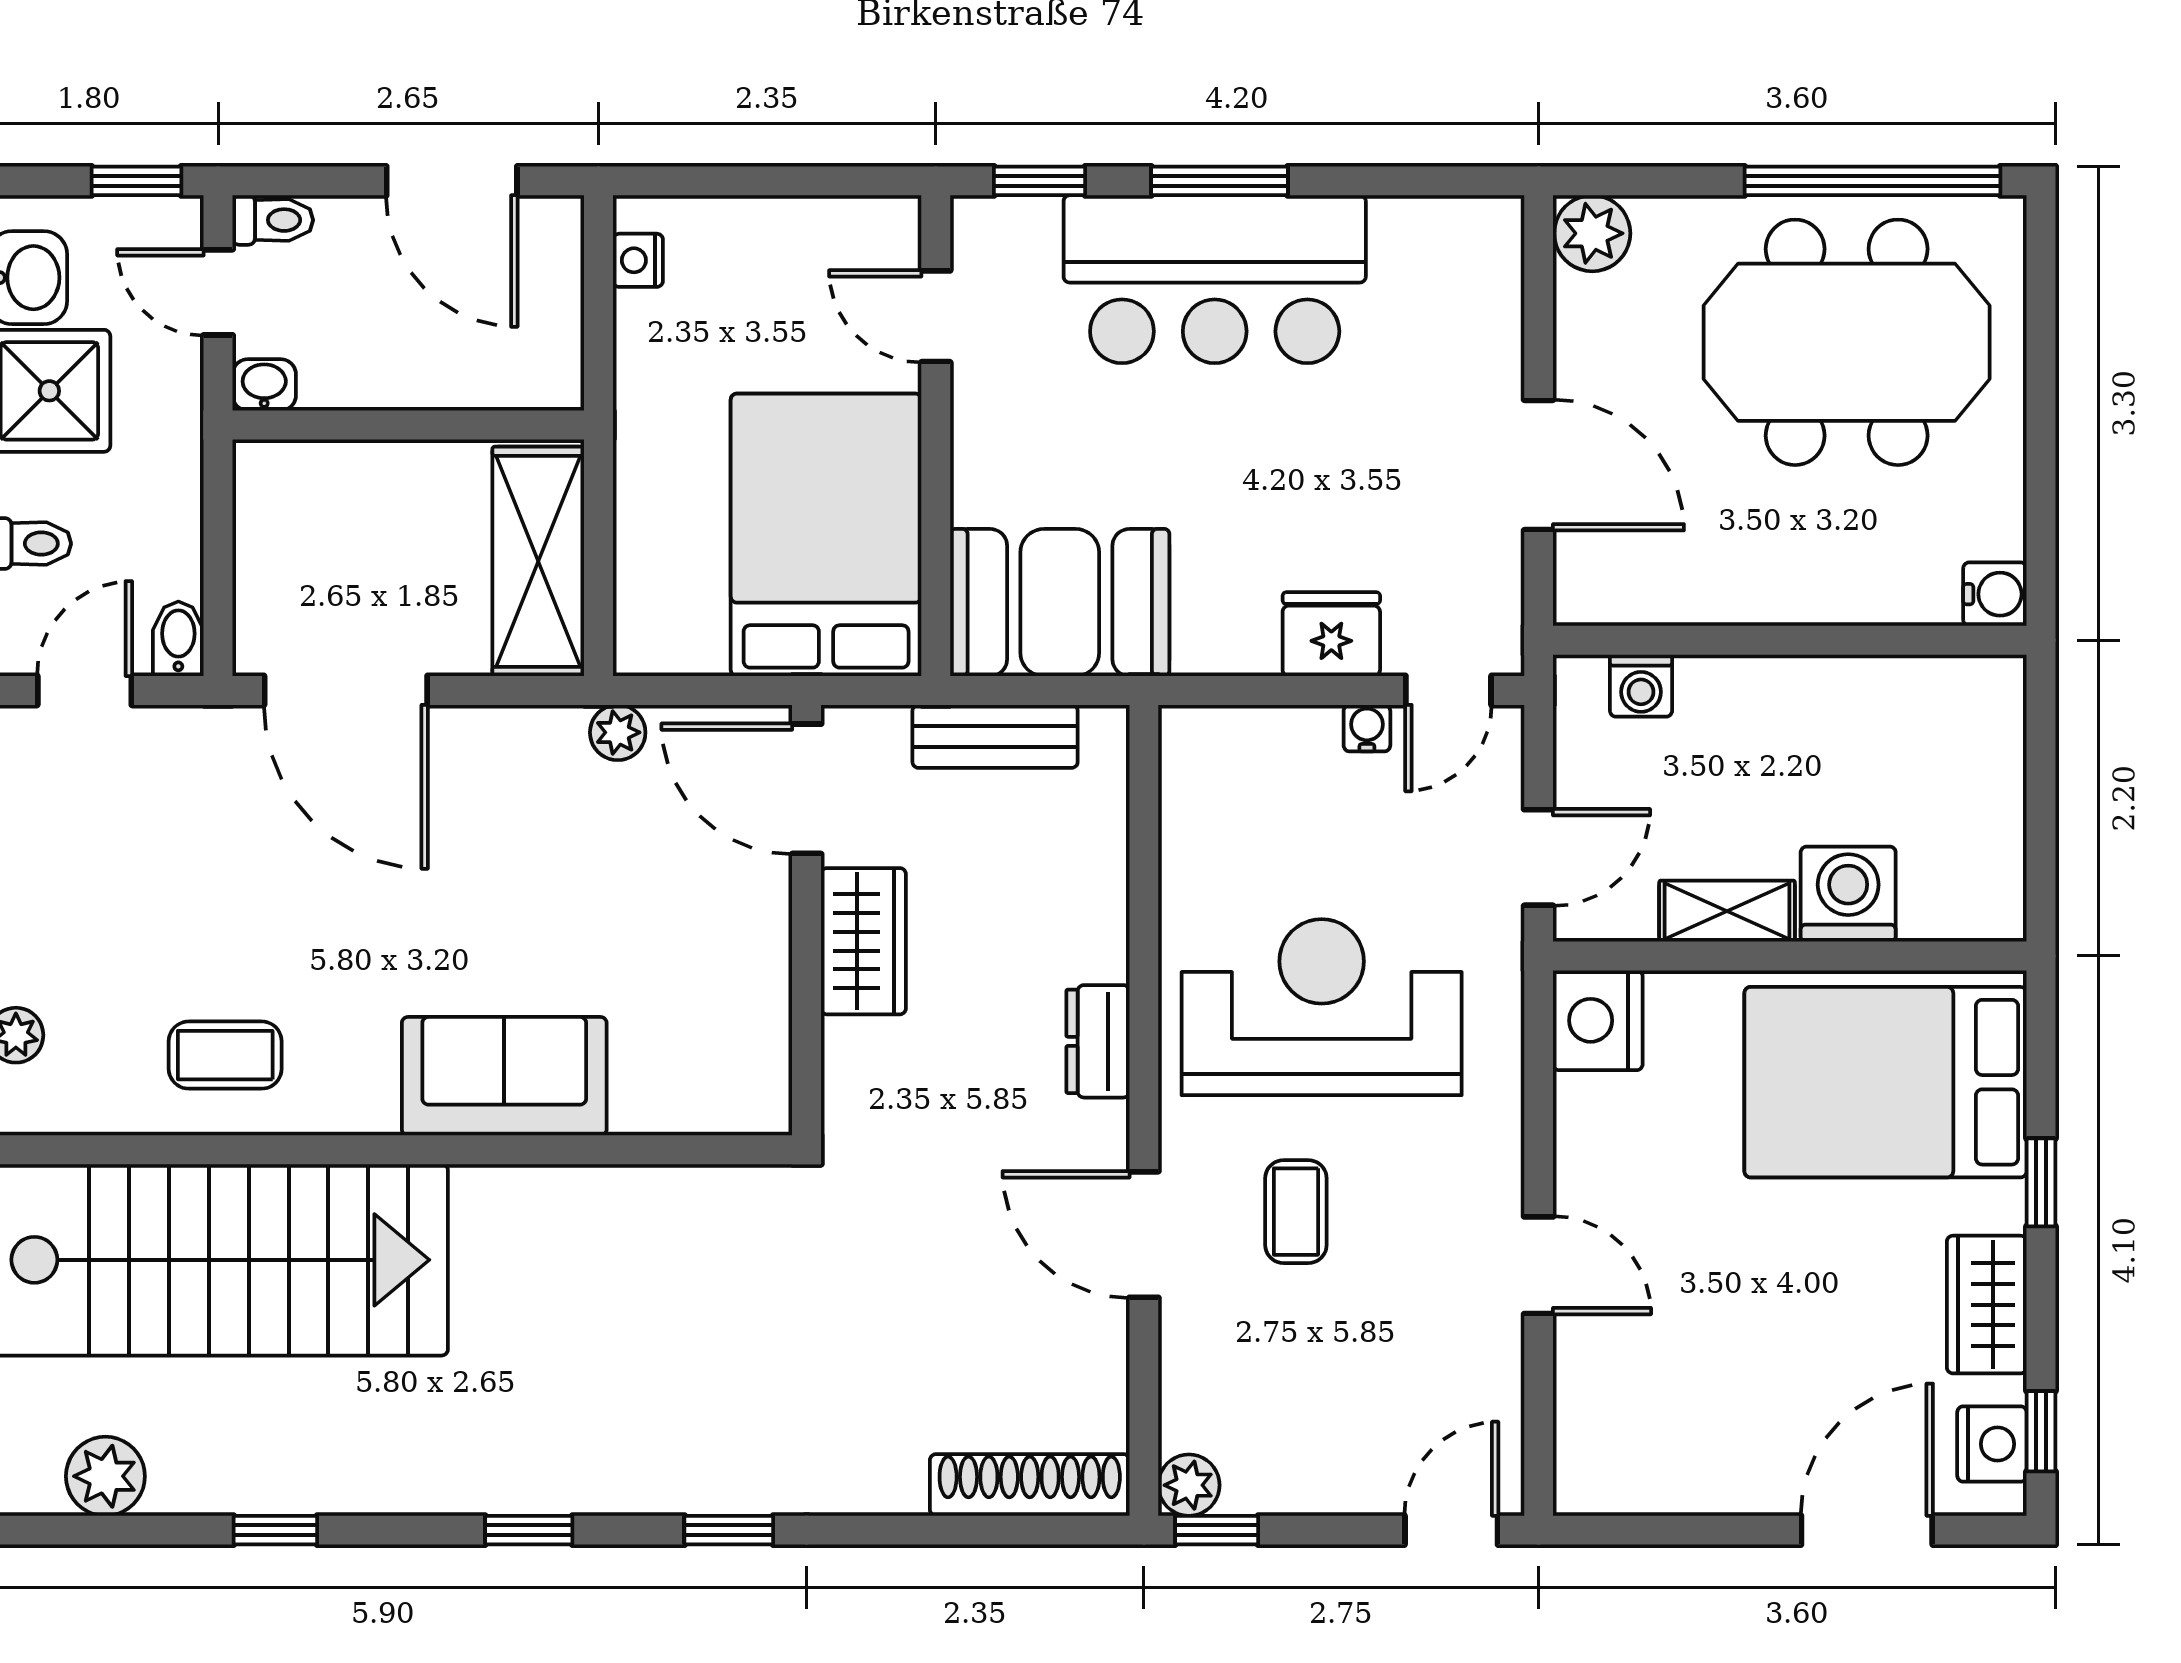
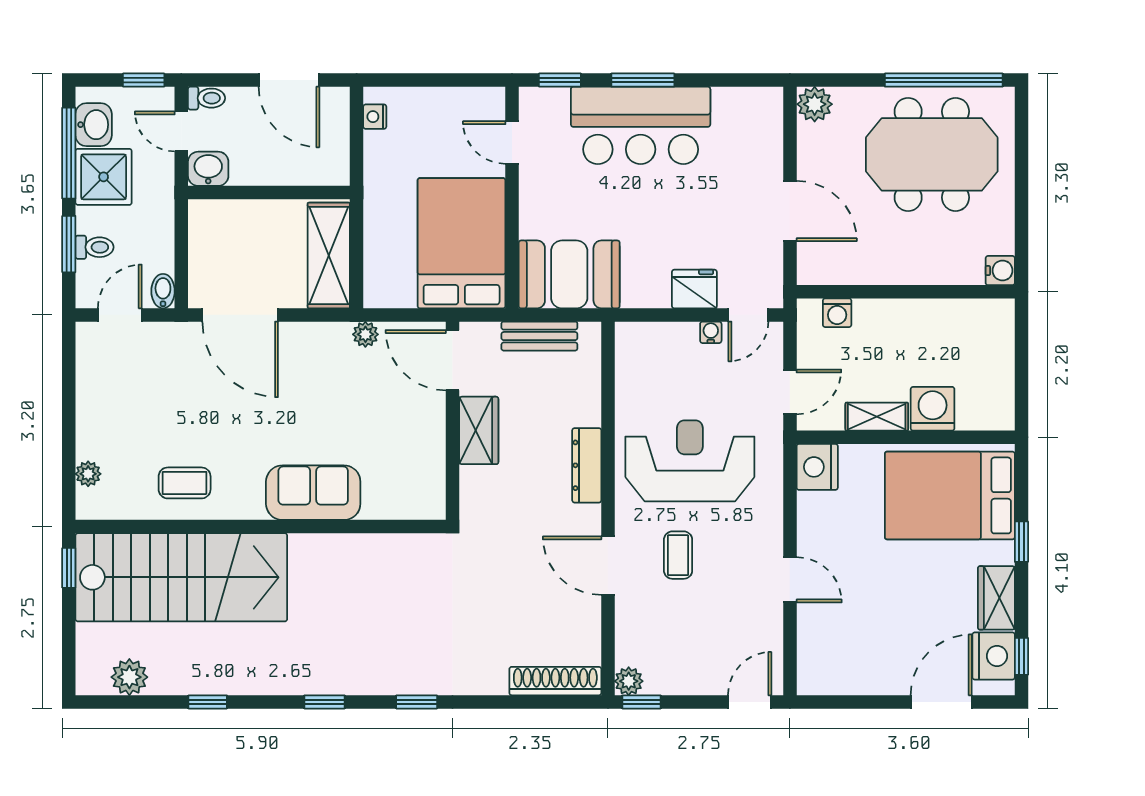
washbasin: (264, 385) -> (208, 169), width x1.38, depth x1.45
dresser: (1098, 1041) -> (587, 465), width x1.44
nightstand: (1992, 1444) -> (994, 656), width x1.36, depth x1.33

